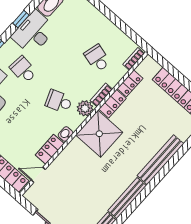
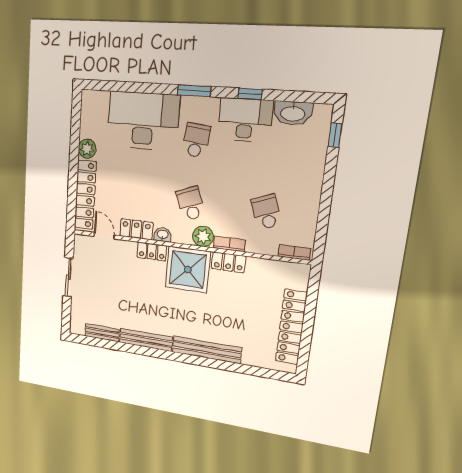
school desk: (97, 58) -> (266, 212), turned -36
locker: (130, 83) -> (152, 251), moved

